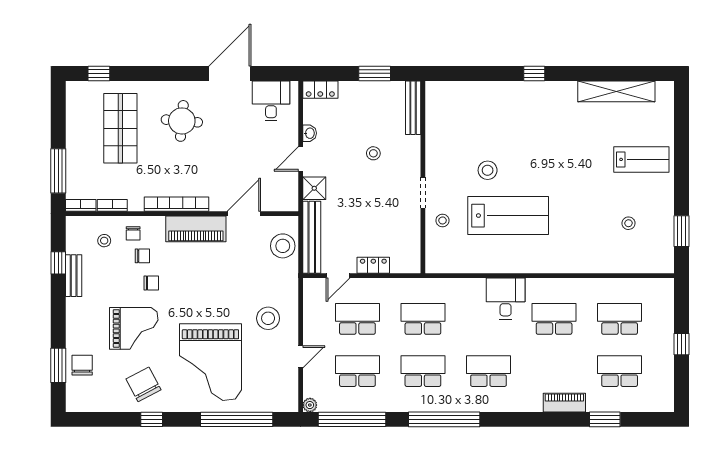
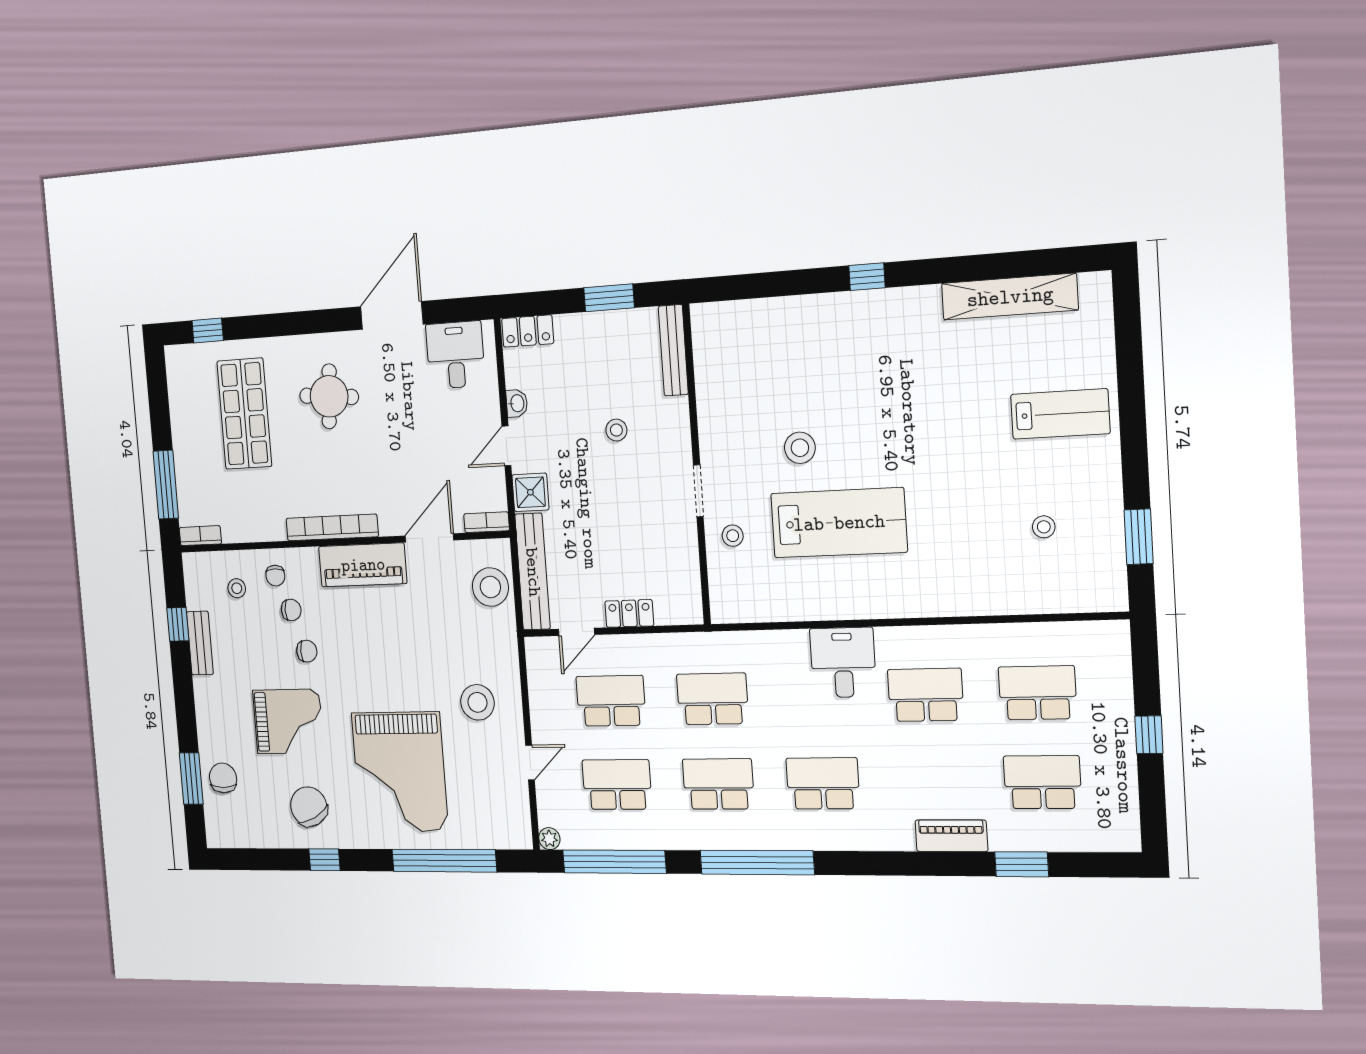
bookcase: (112, 205) -> (487, 522), moved

